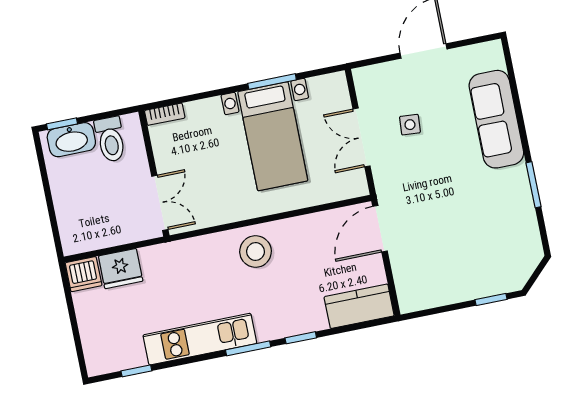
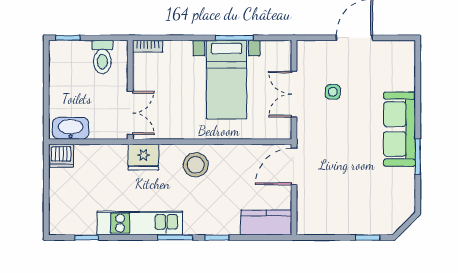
sofa: (496, 119) -> (399, 129), moved
washbasin: (71, 140) -> (71, 128), moved, turned 180
fridge: (121, 269) -> (143, 157), moved

